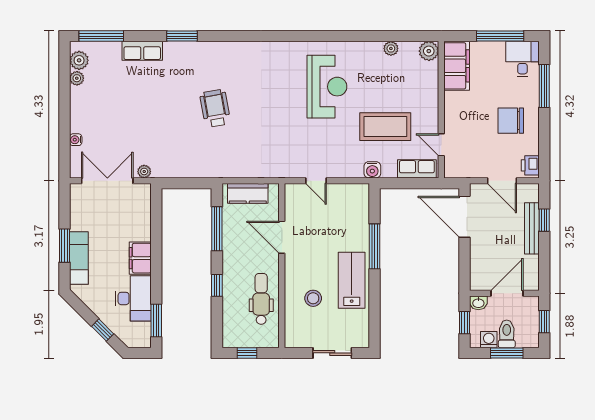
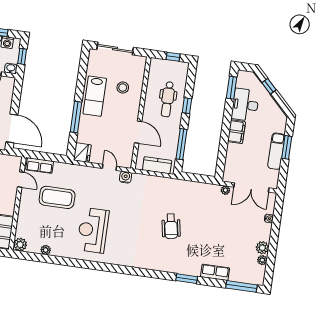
plant: (79, 60) -> (262, 248), moved
water cooler: (372, 170) -> (126, 177), moved
fridge: (358, 196) -> (82, 153), added
exam couch: (79, 258) -> (276, 151), moved
dental chair: (261, 299) -> (168, 99), moved
sliding door: (332, 353) -> (115, 48), width x1.37

